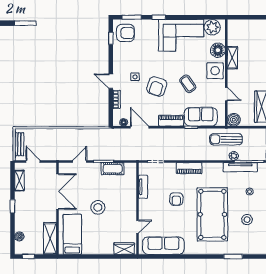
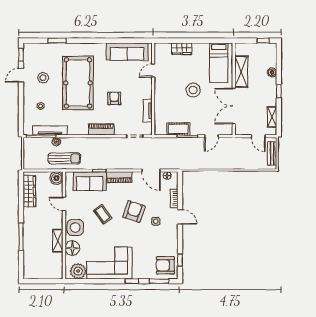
boiler: (19, 237) -> (272, 72), moved
shelving: (50, 238) -> (241, 72), moved
wardrobe: (124, 249) -> (182, 49), moved

